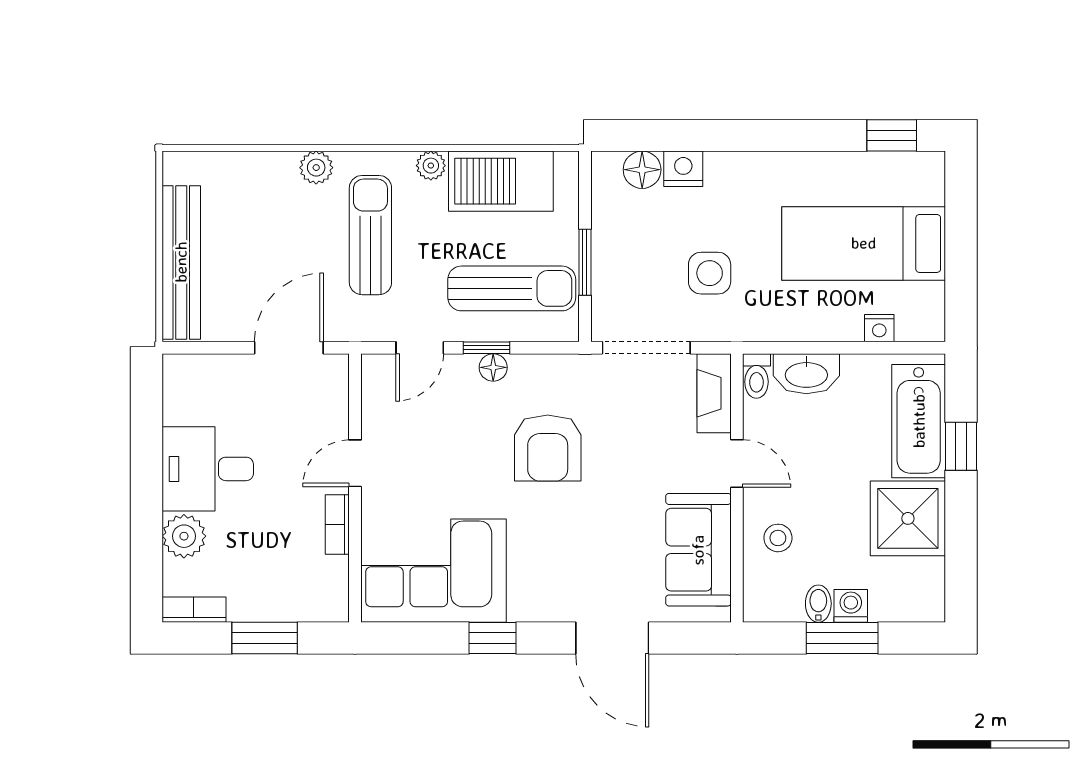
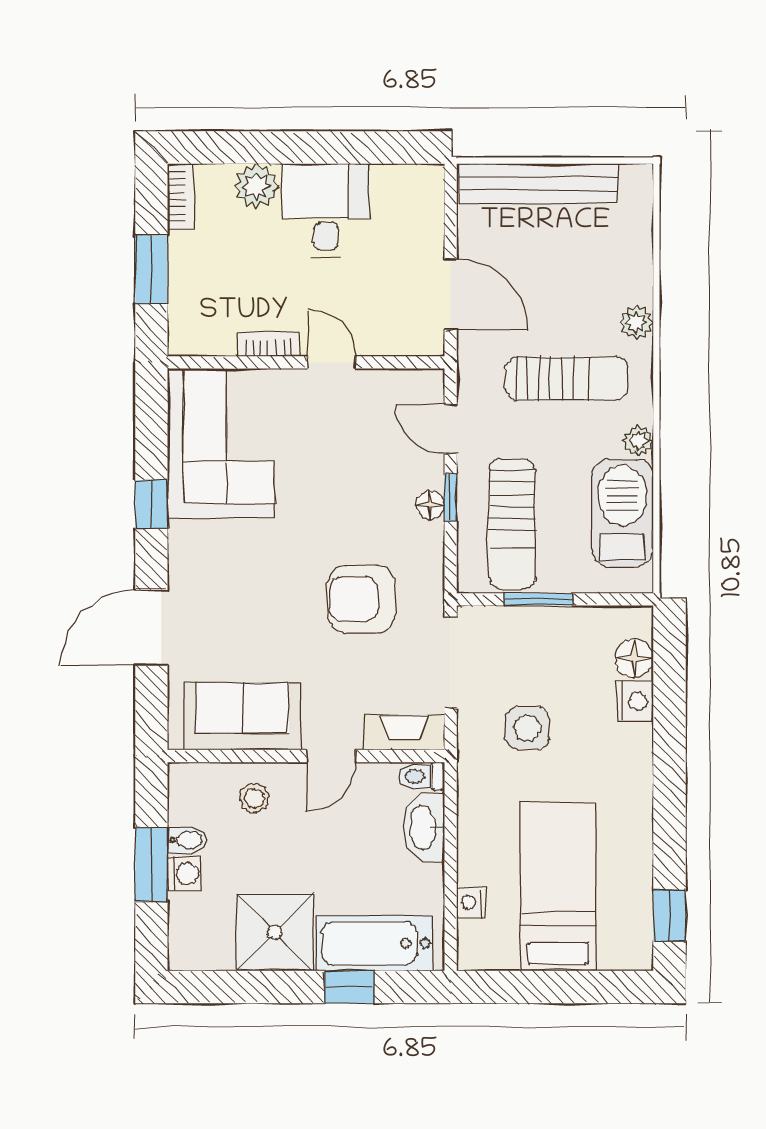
armchair: (548, 448) -> (362, 599), moved

